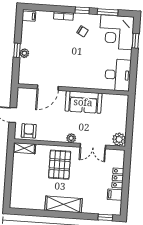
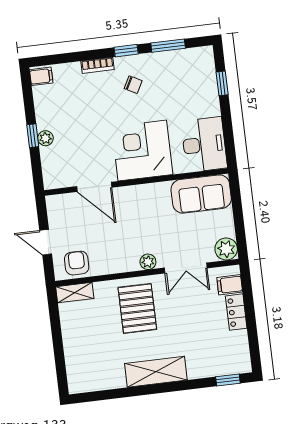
corner desk: (116, 32) -> (142, 151), moved, turned 90
door: (48, 88) -> (94, 187), hinge flipped
sofa: (83, 102) -> (201, 194), moved
filing cabinet: (115, 195) -> (230, 285), moved

